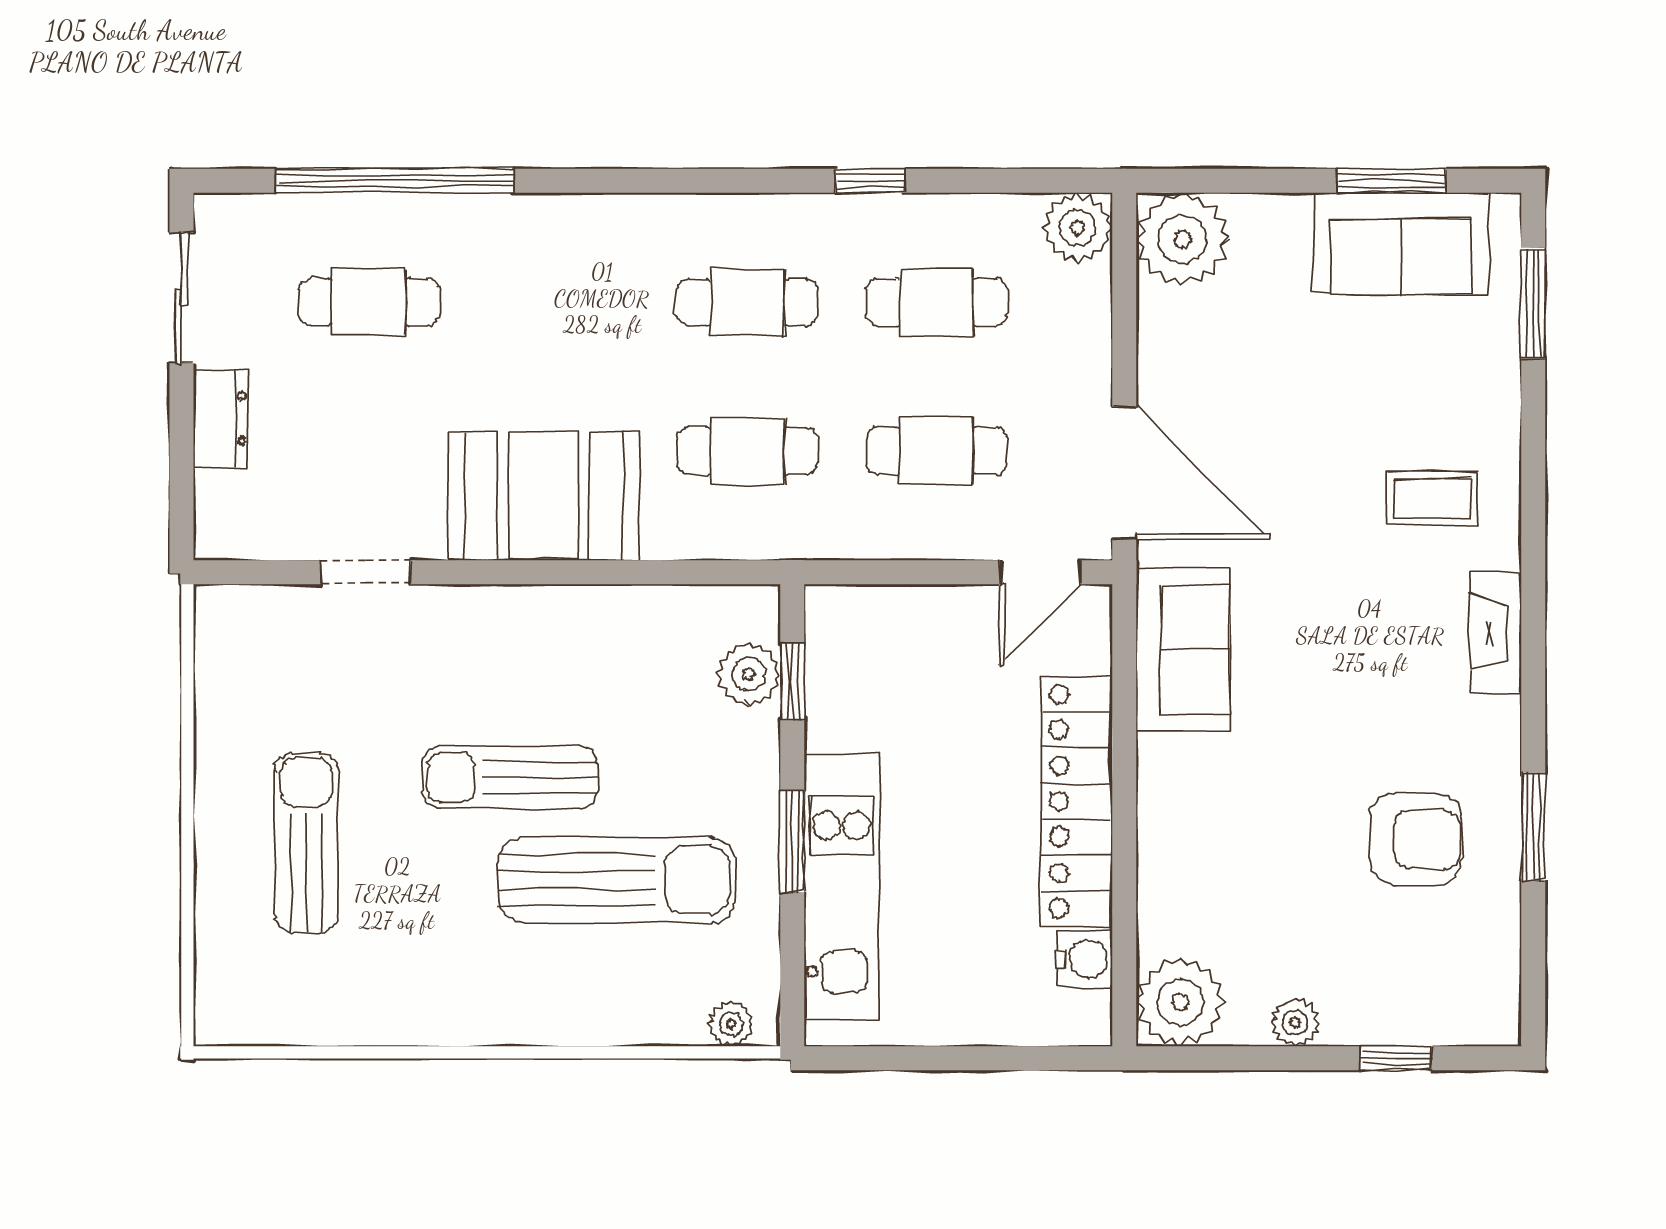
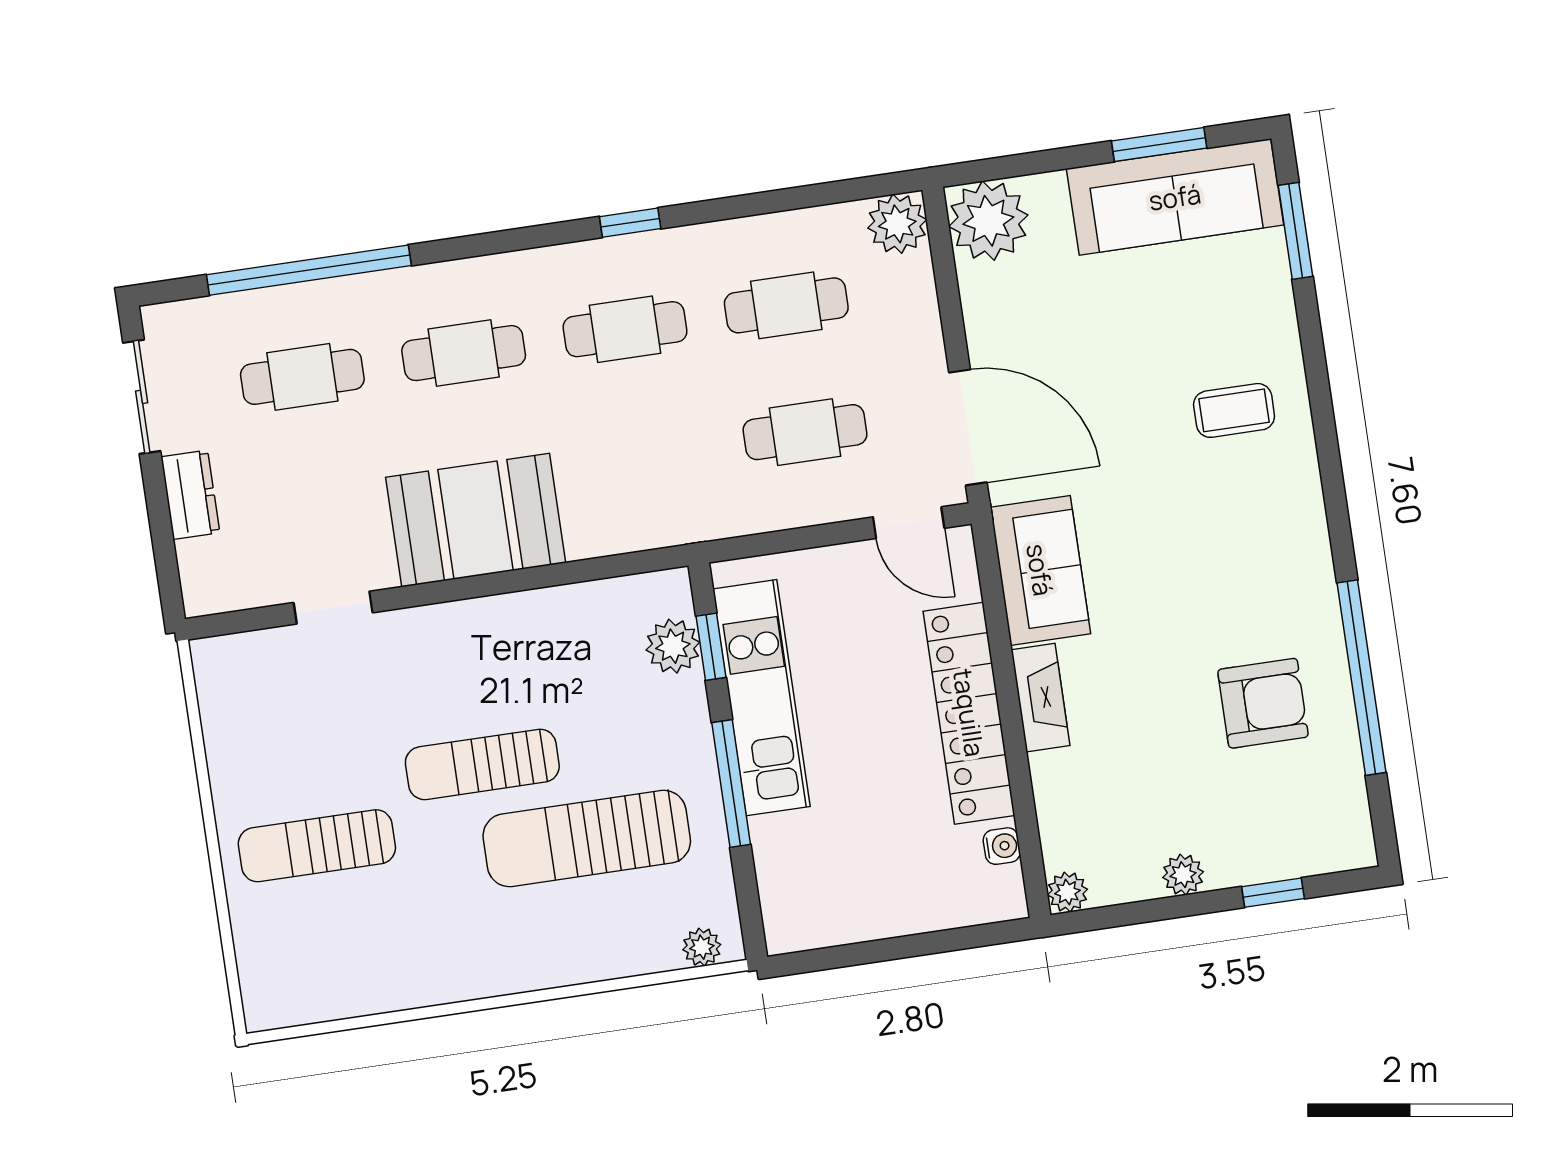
window: (870, 181) -> (630, 223), moved
sofa: (1401, 244) -> (1175, 197), width x1.36
cafe table: (747, 451) -> (464, 353), moved
door: (1040, 572) -> (909, 523), hinge flipped
fireplace: (1496, 632) -> (1041, 698), moved, turned 180
window: (1533, 827) -> (1361, 678), width x2.11
window: (792, 841) -> (731, 784), width x1.44
sun lounger: (306, 843) -> (317, 846), turned -90
sun lounger: (617, 880) -> (587, 839), turned 180
kitchen unit: (842, 887) -> (761, 698), moved
water cooler: (1084, 959) -> (1002, 846), width x0.72, depth x0.72
plant: (1180, 1002) -> (1067, 892), width x0.53, depth x0.53

